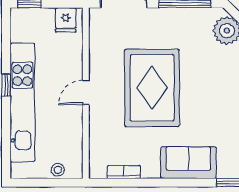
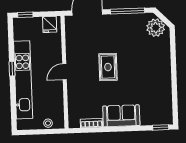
rug: (152, 88) -> (108, 67), width x0.54, depth x0.49
sofa: (188, 163) -> (121, 116), moved

